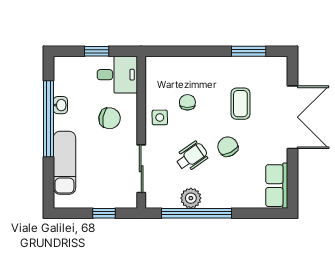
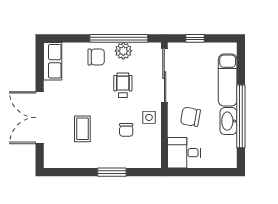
window: (97, 51) -> (201, 172), removed
window: (249, 51) -> (112, 172), moved
washbasin: (60, 105) -> (228, 121), width x1.91, depth x1.45
chair: (228, 147) -> (96, 57), moved, turned -62
wheelchair: (192, 157) -> (123, 85), turned 125
sliding door: (141, 169) -> (164, 75), width x1.37

